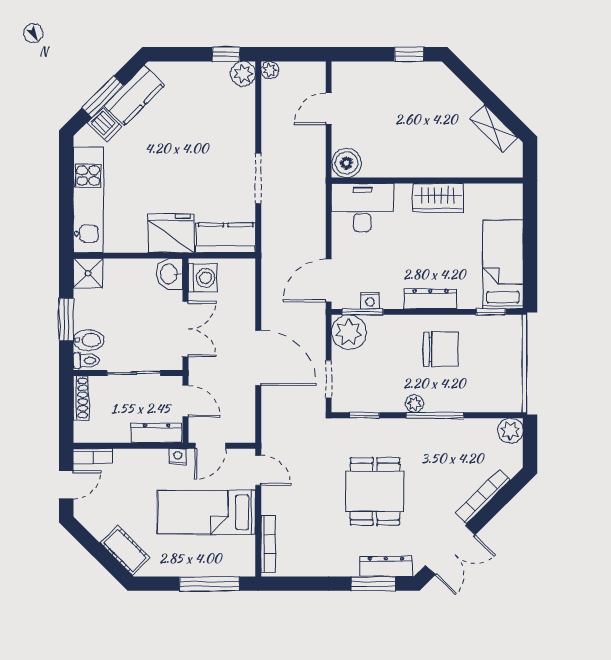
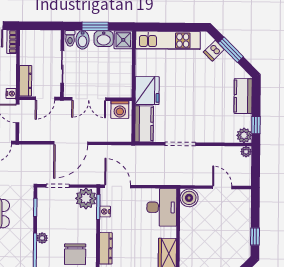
kitchen counter: (134, 96) -> (243, 96), moved, turned 45
washbasin: (170, 274) -> (104, 39), moved, turned 180
shoe rack: (81, 398) -> (47, 35), removed

